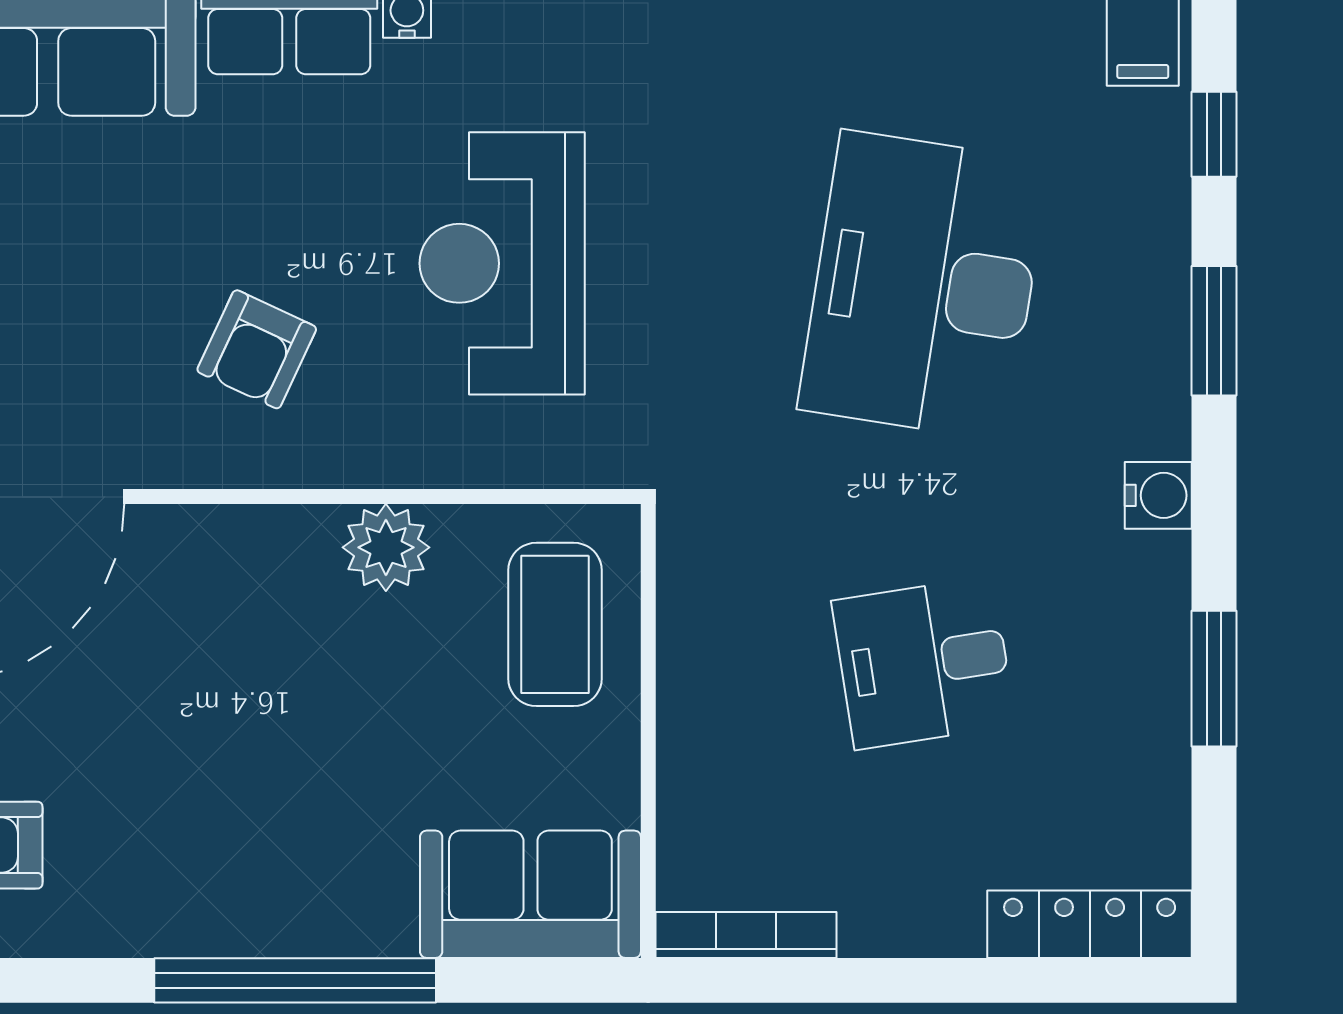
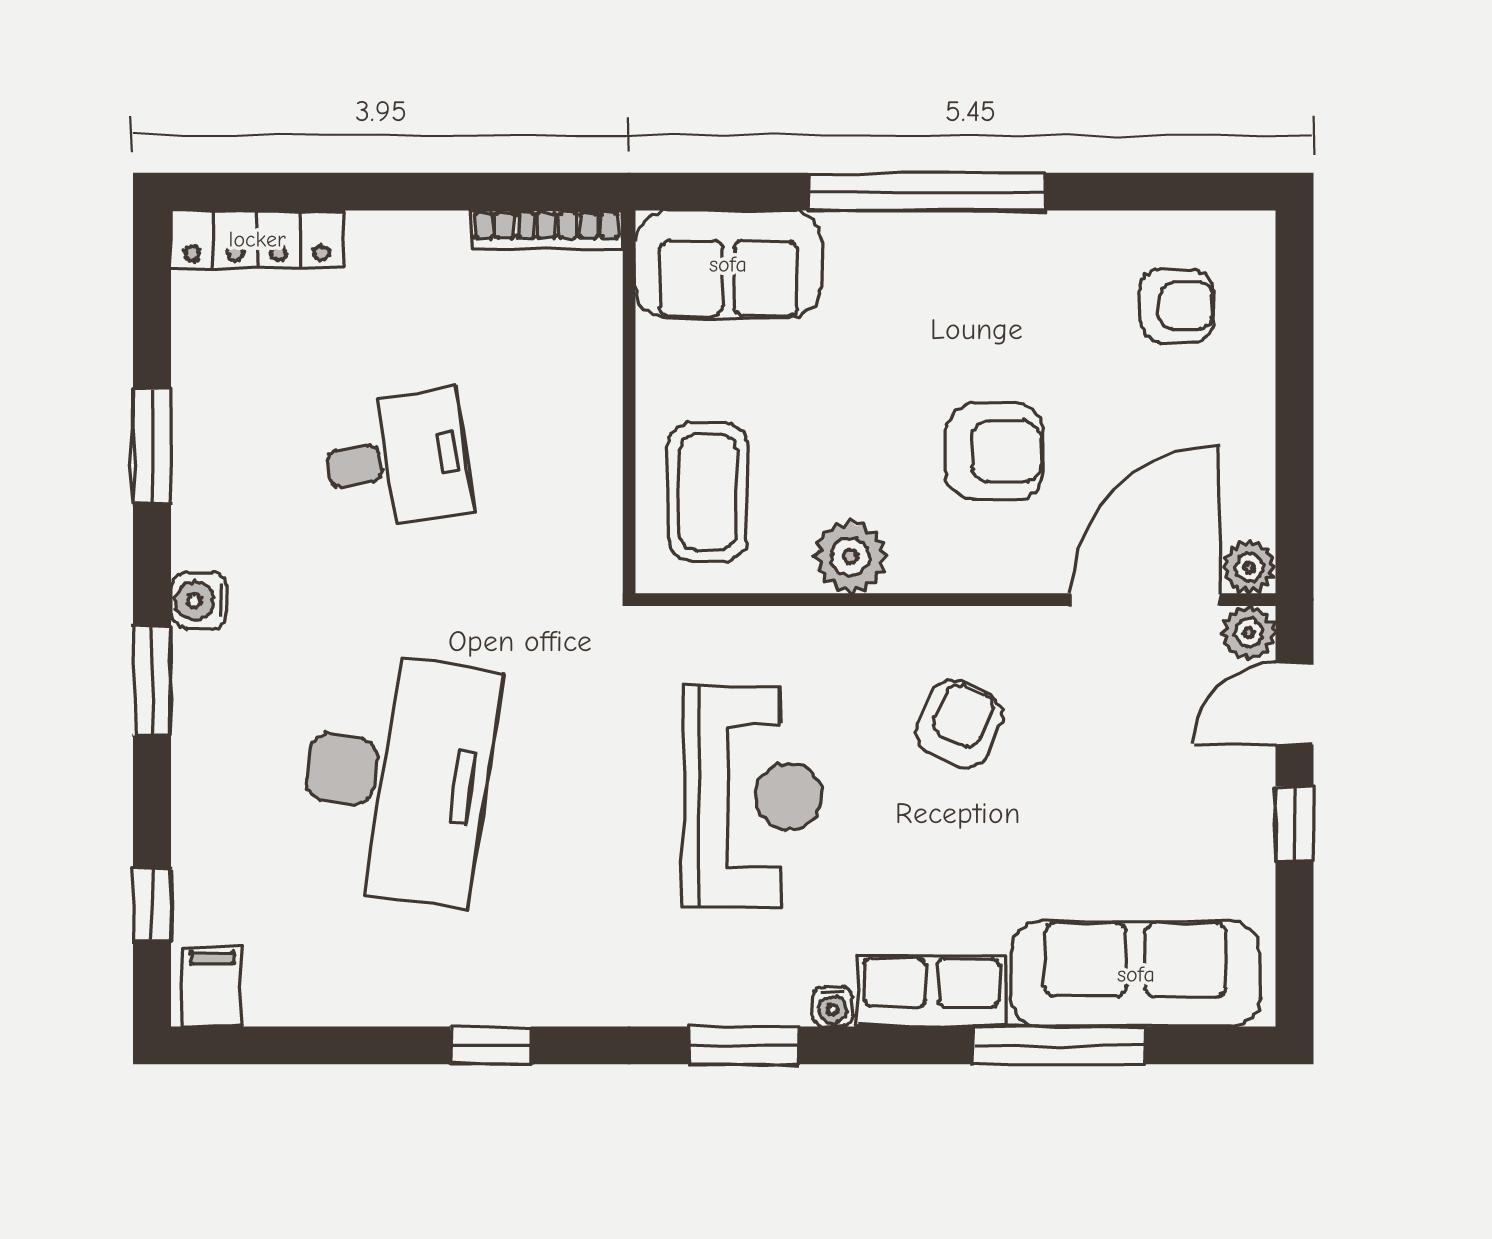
window: (1214, 331) -> (152, 681), moved
armchair: (215, 672) -> (995, 451), added

